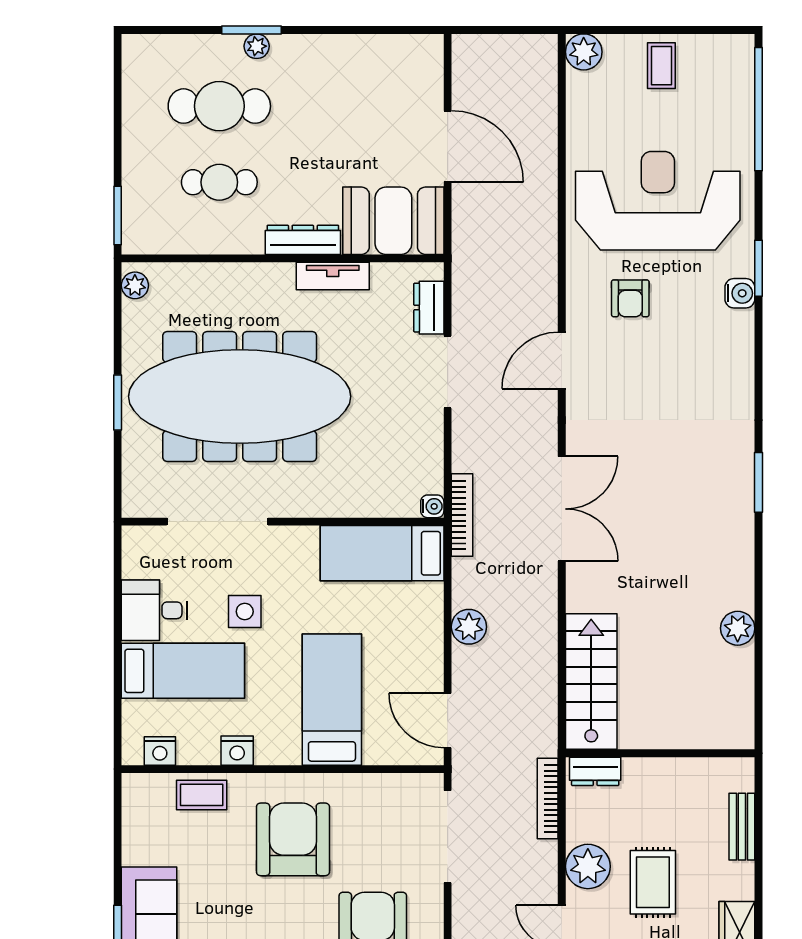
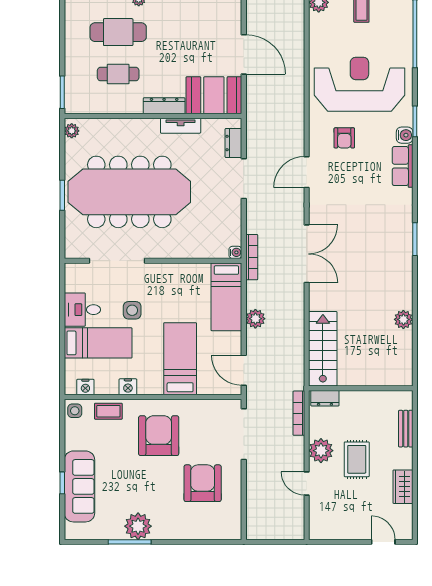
row of seats: (736, 349) -> (403, 166), added
bed: (382, 553) -> (226, 297), moved, turned -90
side table: (140, 794) -> (75, 411), added

